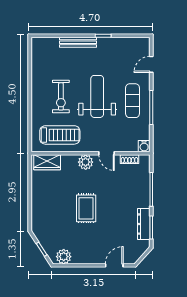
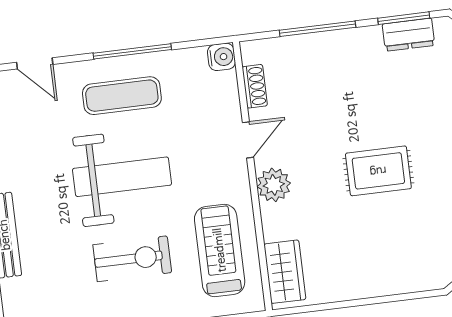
weight bench: (97, 96) -> (122, 177), turned 180
dresser: (144, 224) -> (409, 35), width x0.70

